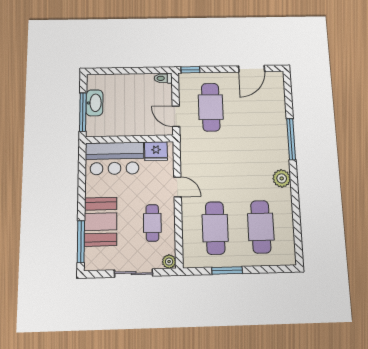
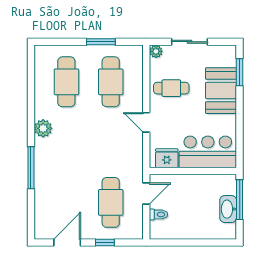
window: (190, 70) -> (105, 243), moved
toilet: (163, 78) -> (158, 214), moved
door: (176, 116) -> (146, 194), hinge flipped
cafe table: (152, 223) -> (171, 88), turned 90
window: (81, 242) -> (240, 72), width x0.69

